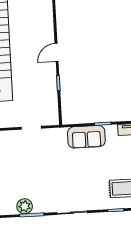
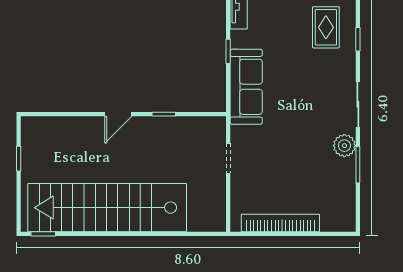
door: (57, 53) -> (118, 114), hinge flipped
sofa: (86, 137) -> (246, 87), width x1.36
plant: (25, 206) -> (344, 146), moved

